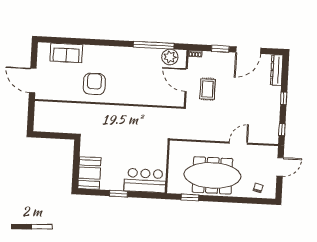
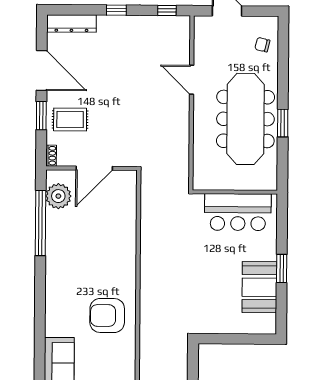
rug: (208, 89) -> (70, 119), moved
booth: (89, 173) -> (259, 287), moved, turned 90
bar counter: (145, 181) -> (238, 212), moved, turned -90
window: (190, 197) -> (283, 123), moved

